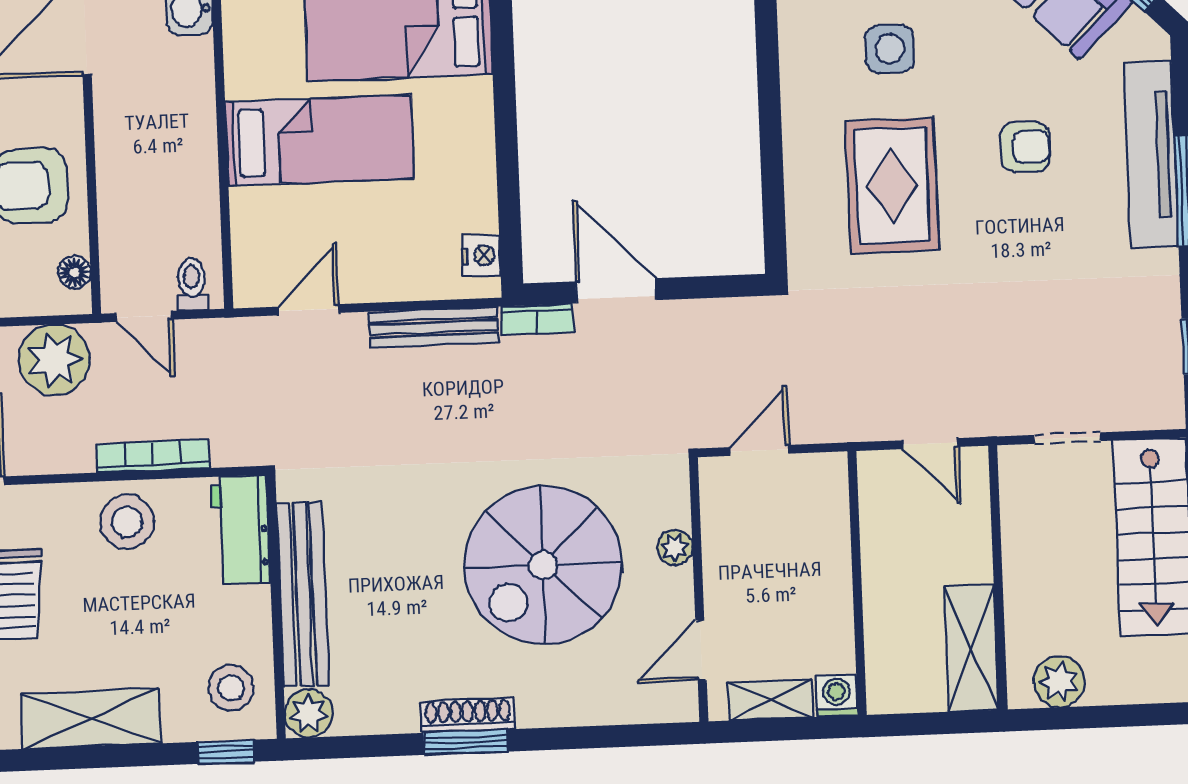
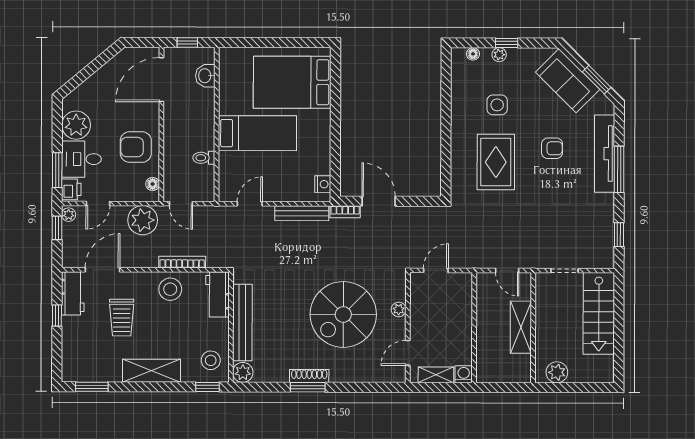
toilet: (192, 284) -> (204, 158), moved, turned -90
shelving: (971, 648) -> (521, 327), moved

